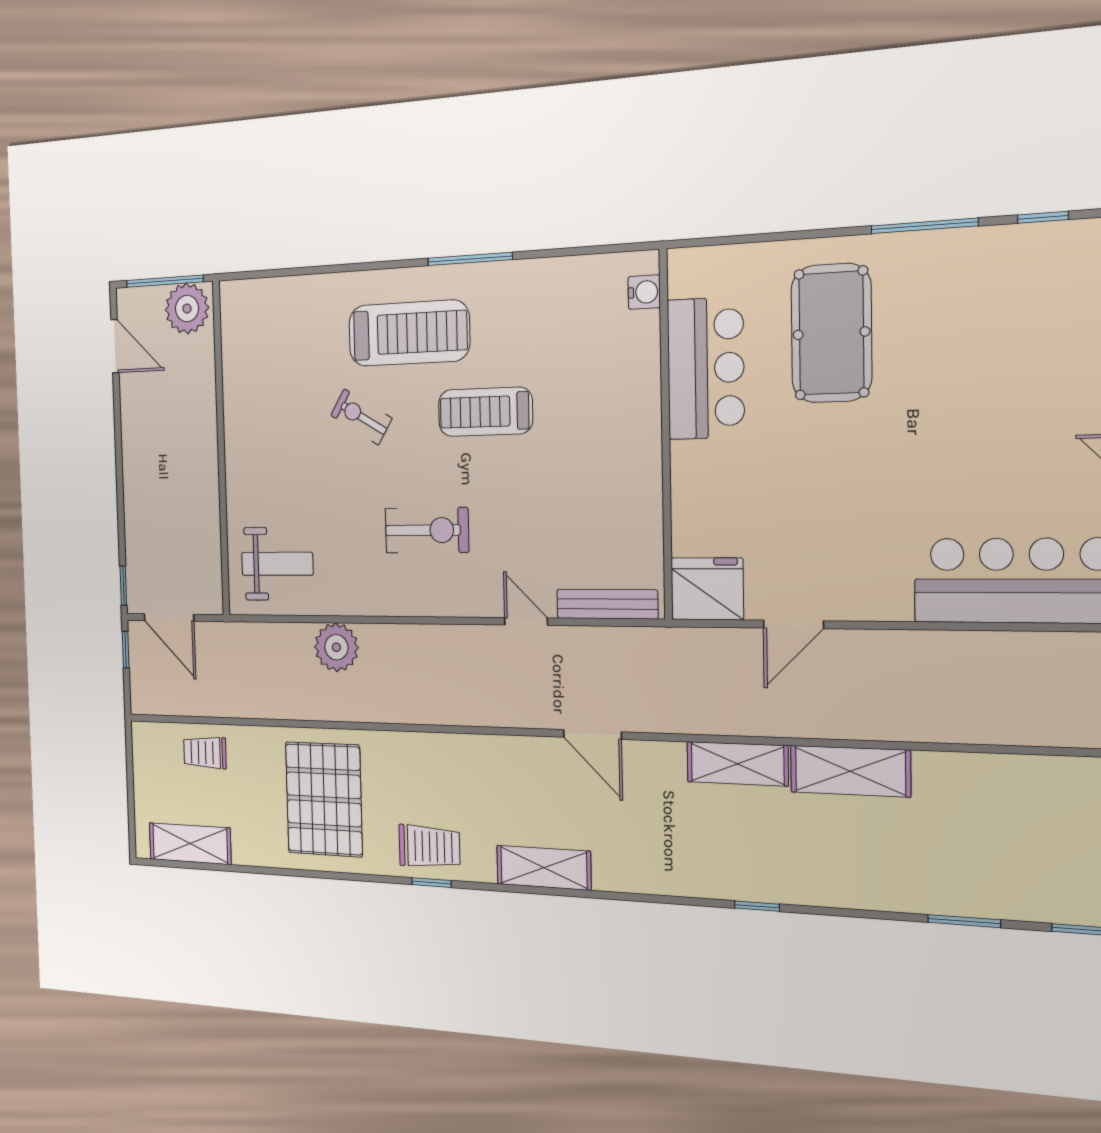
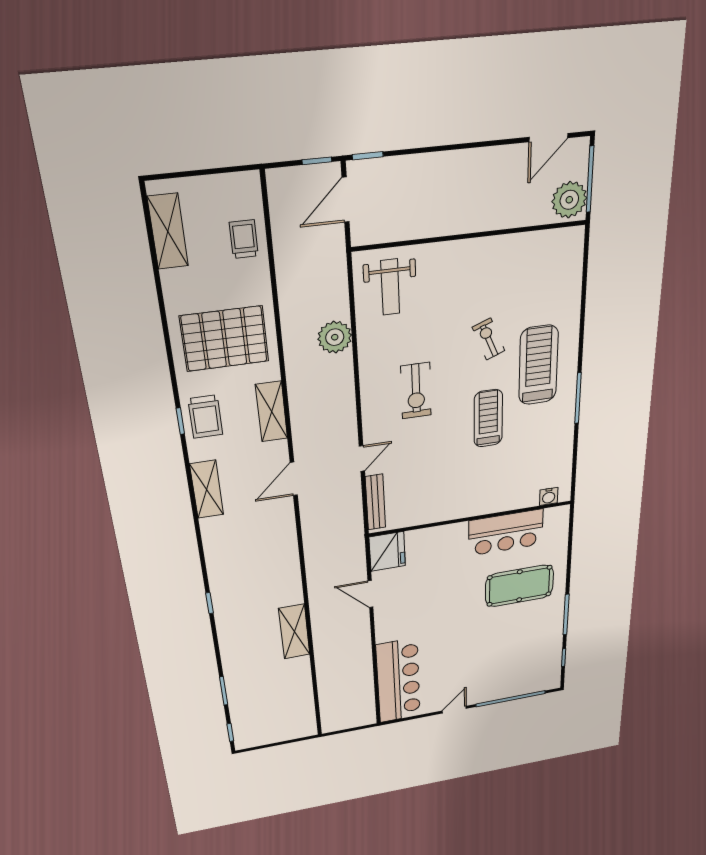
treadmill: (409, 333) -> (538, 365), turned 180
exercise bike: (361, 417) -> (489, 339), turned -53
door: (592, 735) -> (294, 479), moved
shelving: (737, 764) -> (272, 412), moved

